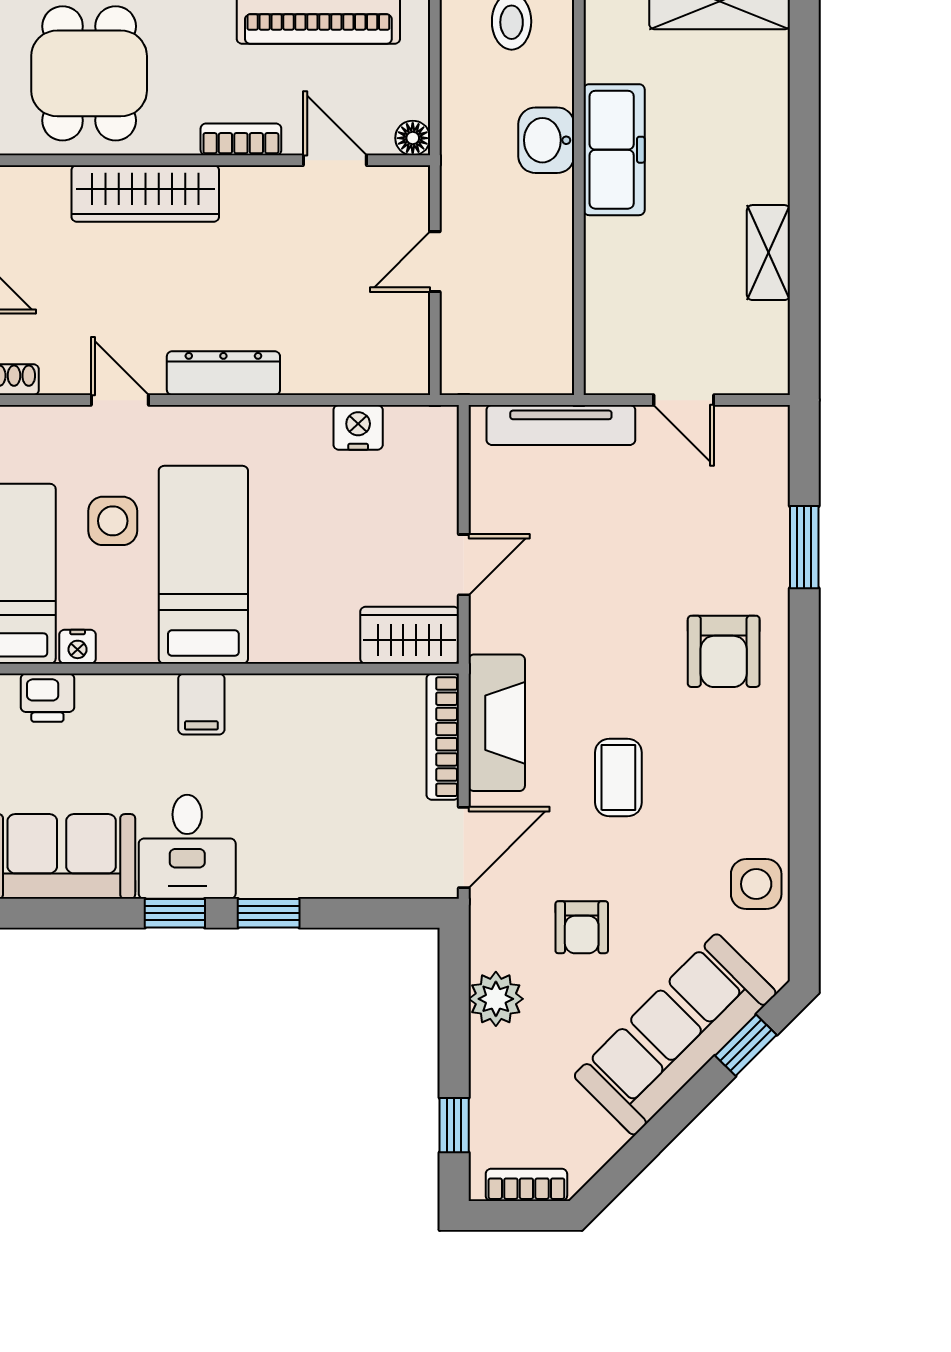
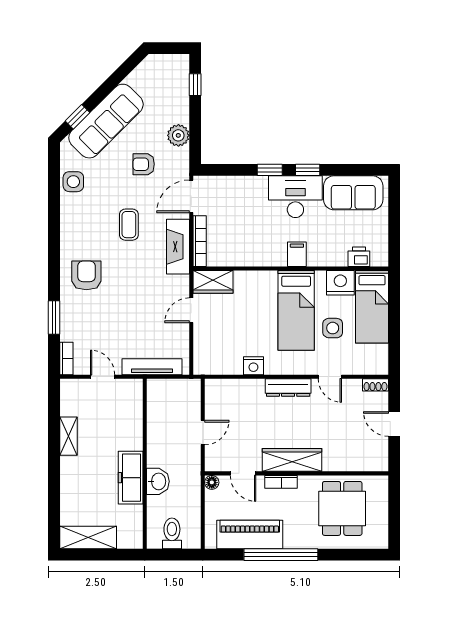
wardrobe: (145, 194) -> (292, 460), moved
nightstand: (358, 427) -> (253, 366), moved
nightstand: (78, 647) -> (340, 283), width x1.89, depth x1.79
desk: (187, 847) -> (295, 197), width x1.37
armchair: (582, 927) -> (144, 164), turned -90
bookcase: (526, 1185) -> (66, 358), moved, turned -90

